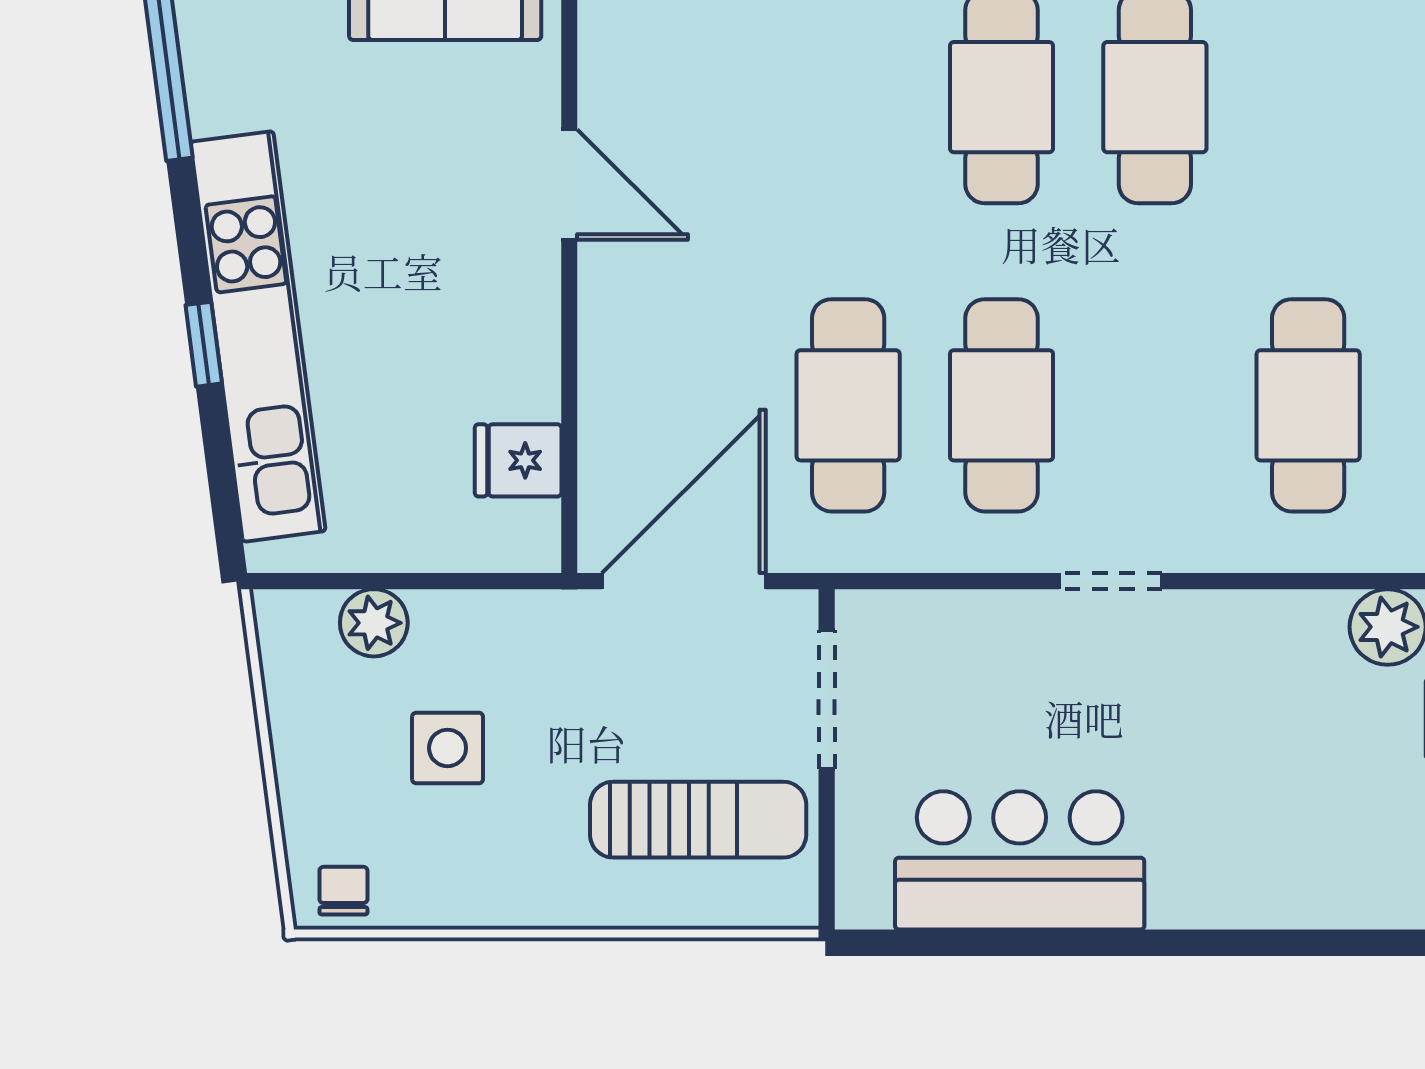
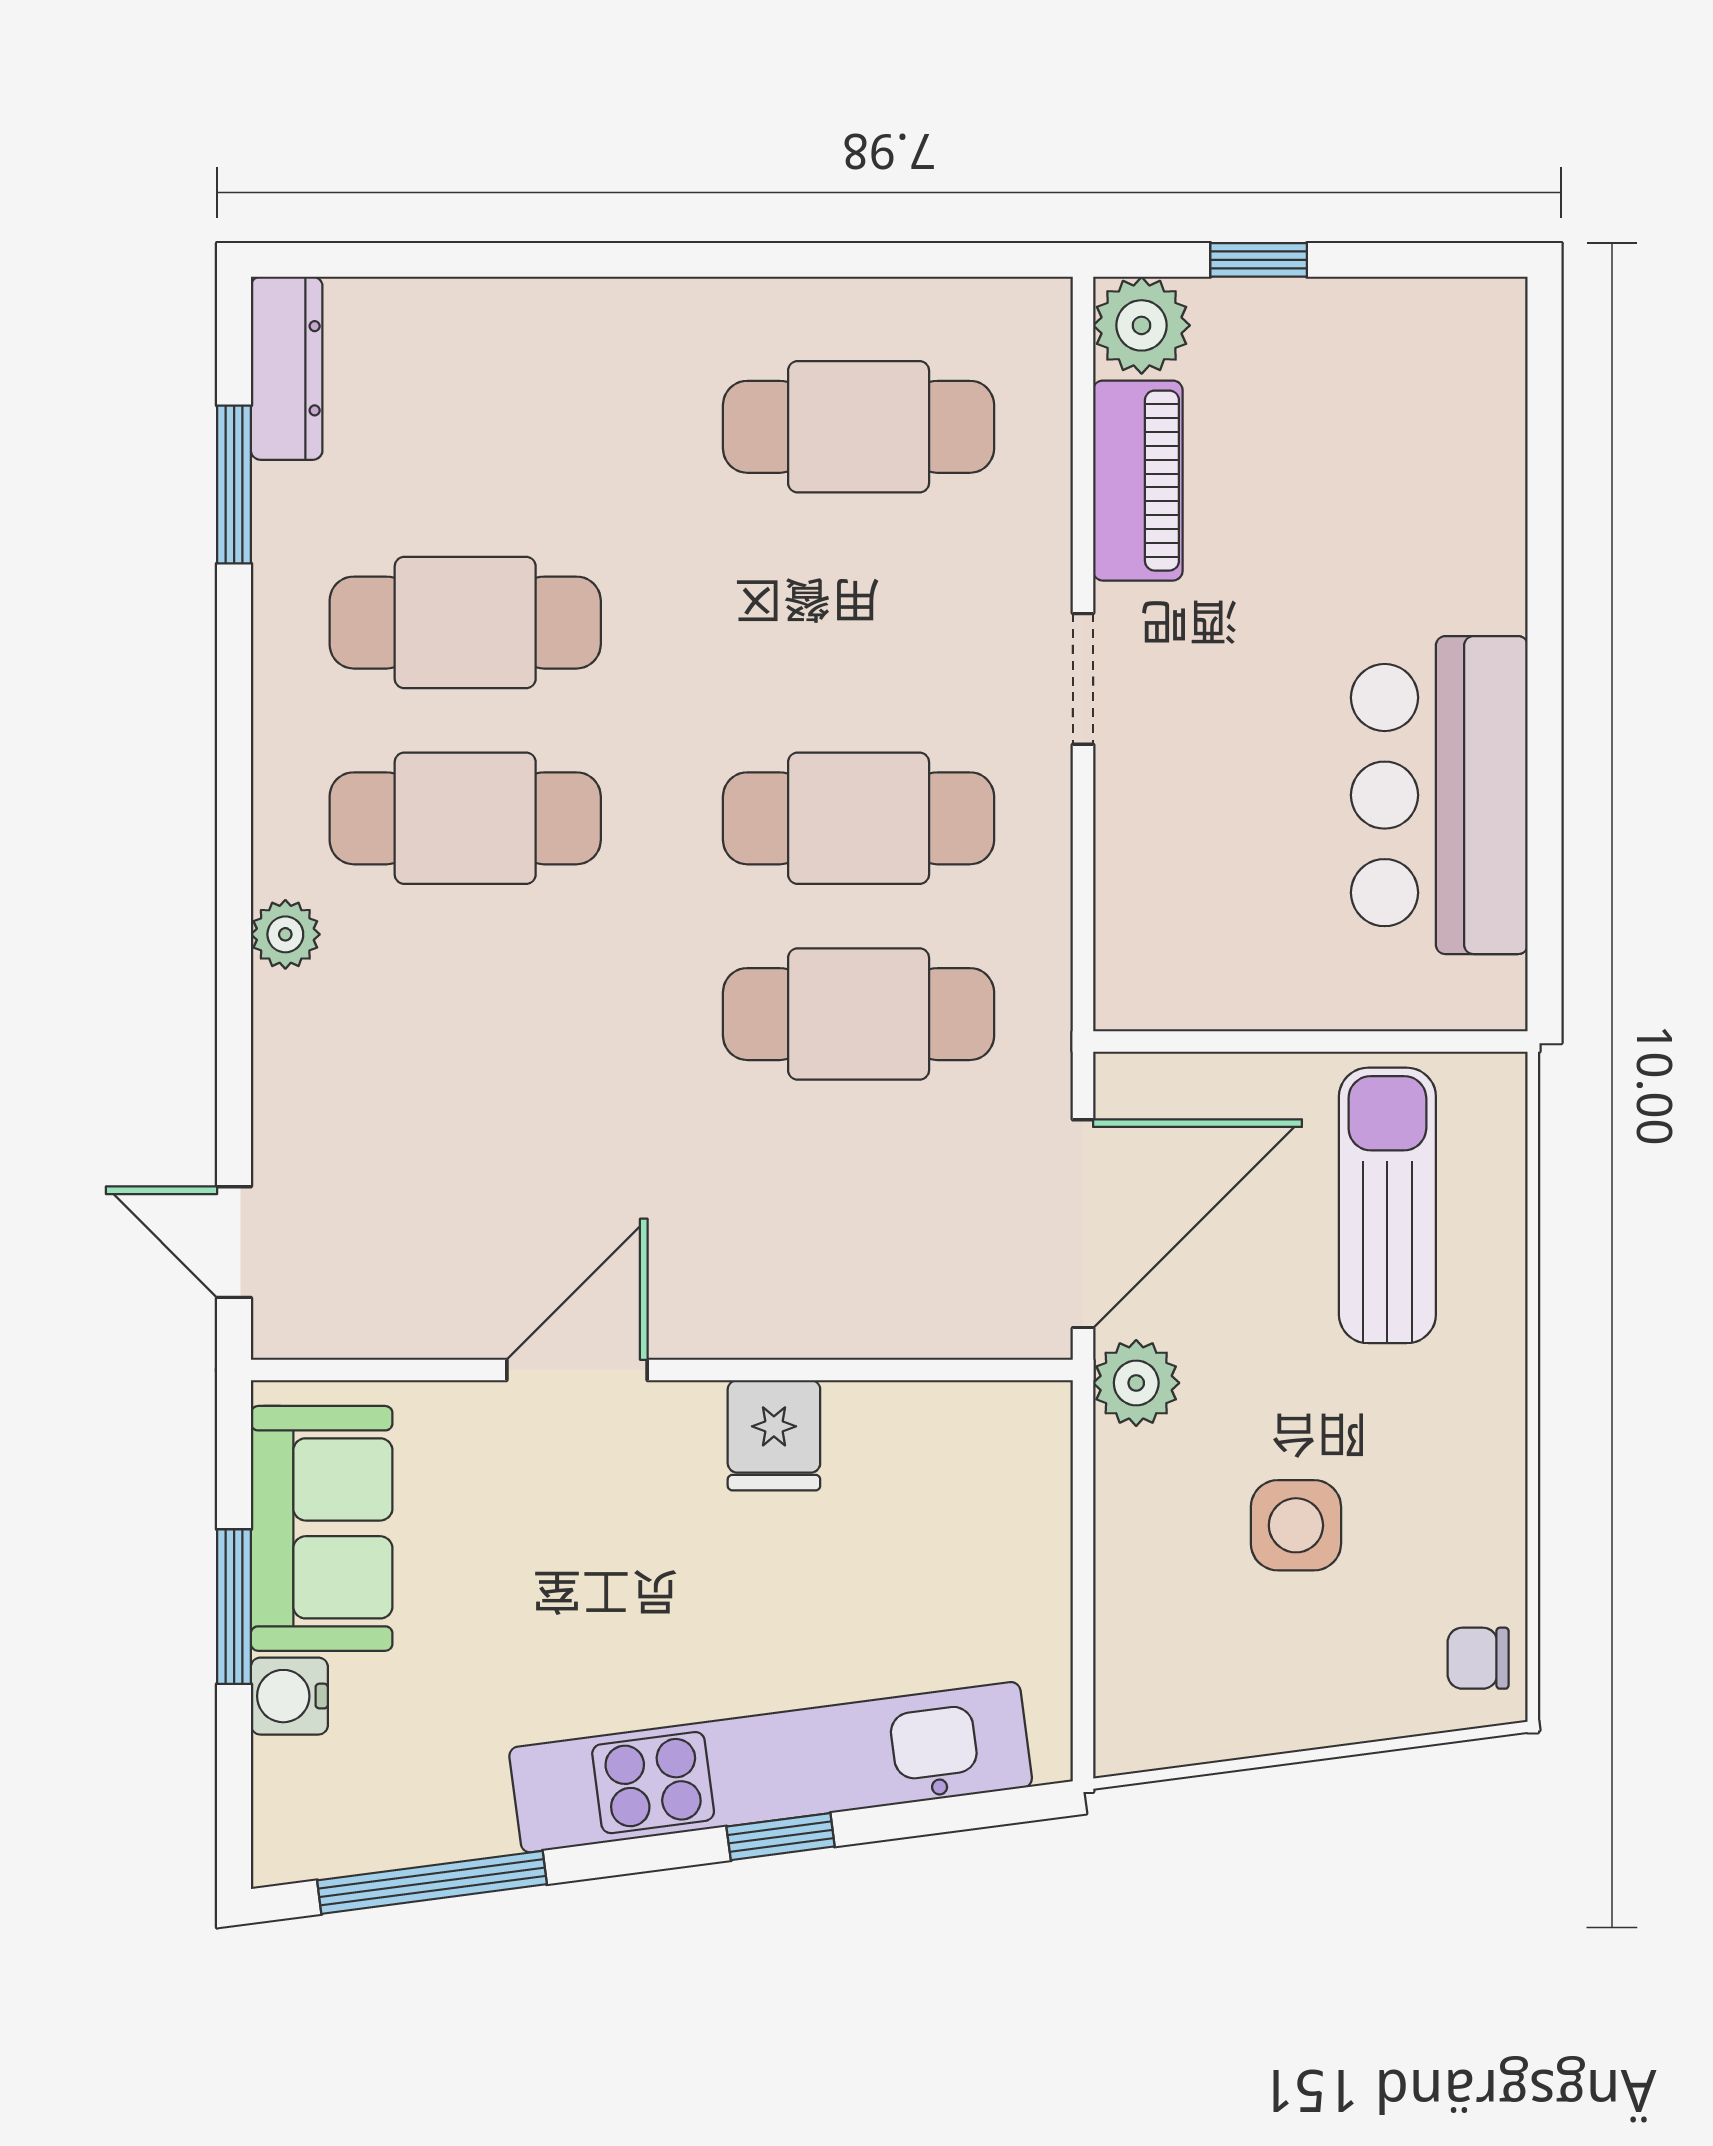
fridge: (518, 460) -> (774, 1435), moved
door: (684, 581) -> (1083, 1224), swing flipped
plant: (374, 623) -> (1136, 1383), moved
piano: (1266, 624) -> (1138, 481), added
doorway: (827, 700) -> (1234, 1041), removed

